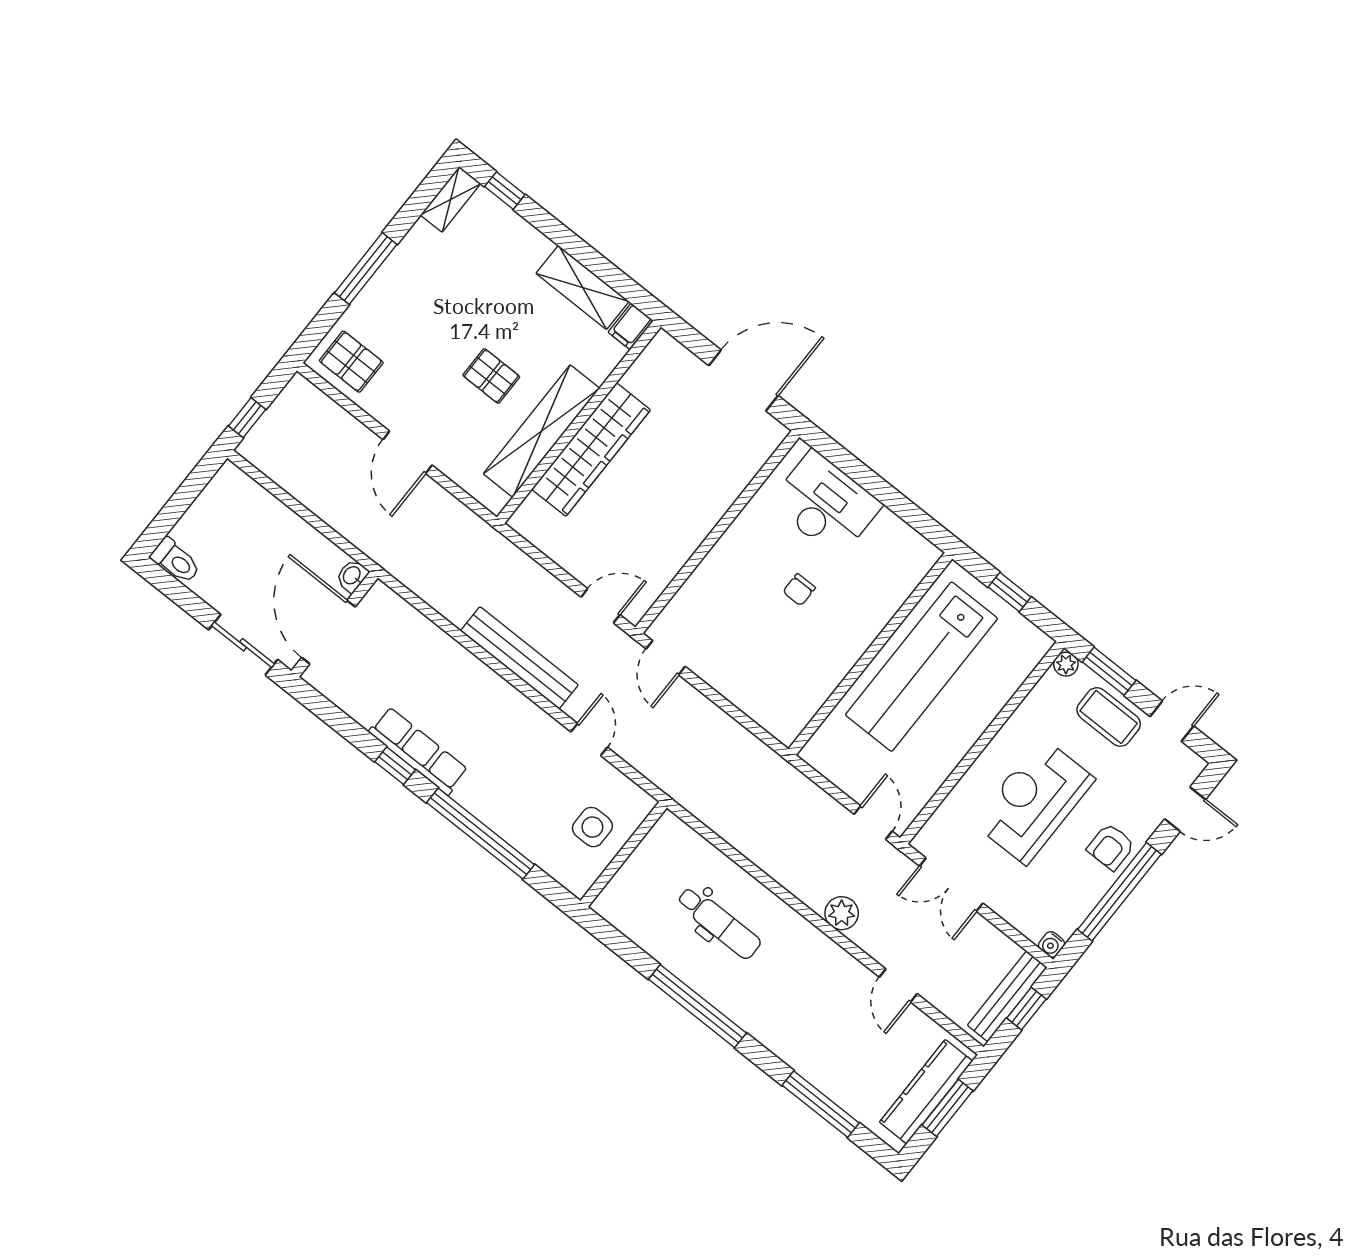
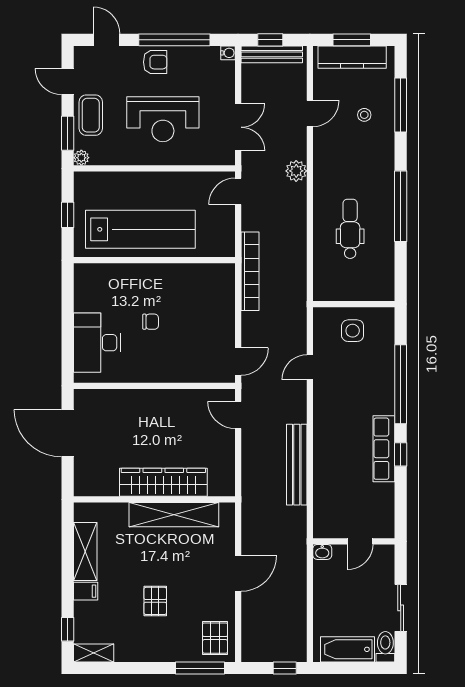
window: (366, 269) -> (200, 668), moved
filing cabinet: (630, 326) -> (86, 591), moved
pallet: (491, 376) -> (155, 601), moved
bathtub: (209, 512) -> (348, 649), added
door: (328, 632) -> (360, 541), width x0.53
sliding door: (243, 645) -> (401, 608), moved
bench: (519, 658) -> (297, 465), moved
bookcase: (764, 760) -> (250, 271), added
stool: (844, 1050) -> (364, 115), added

